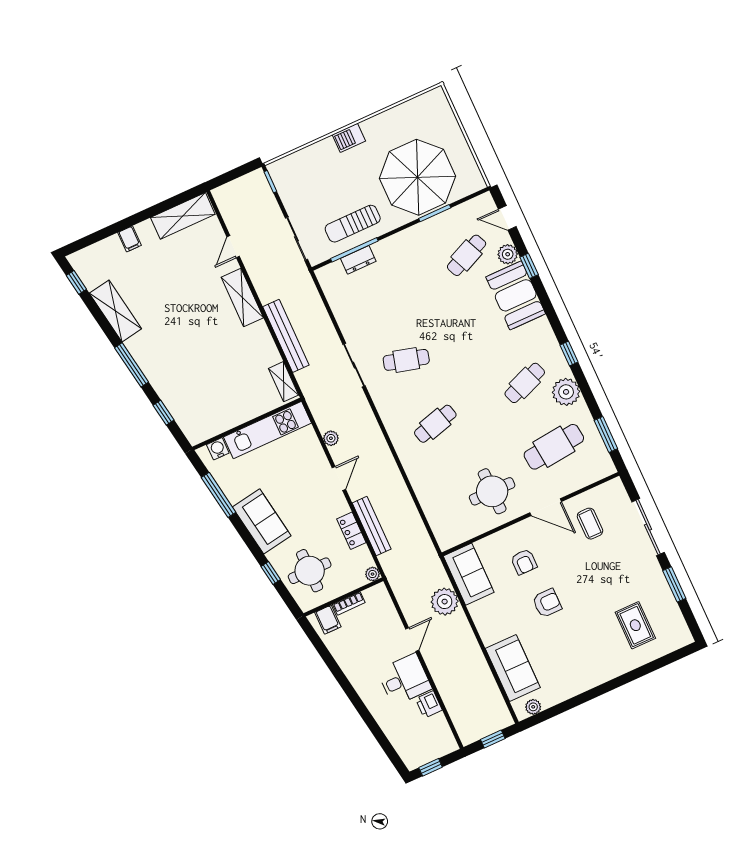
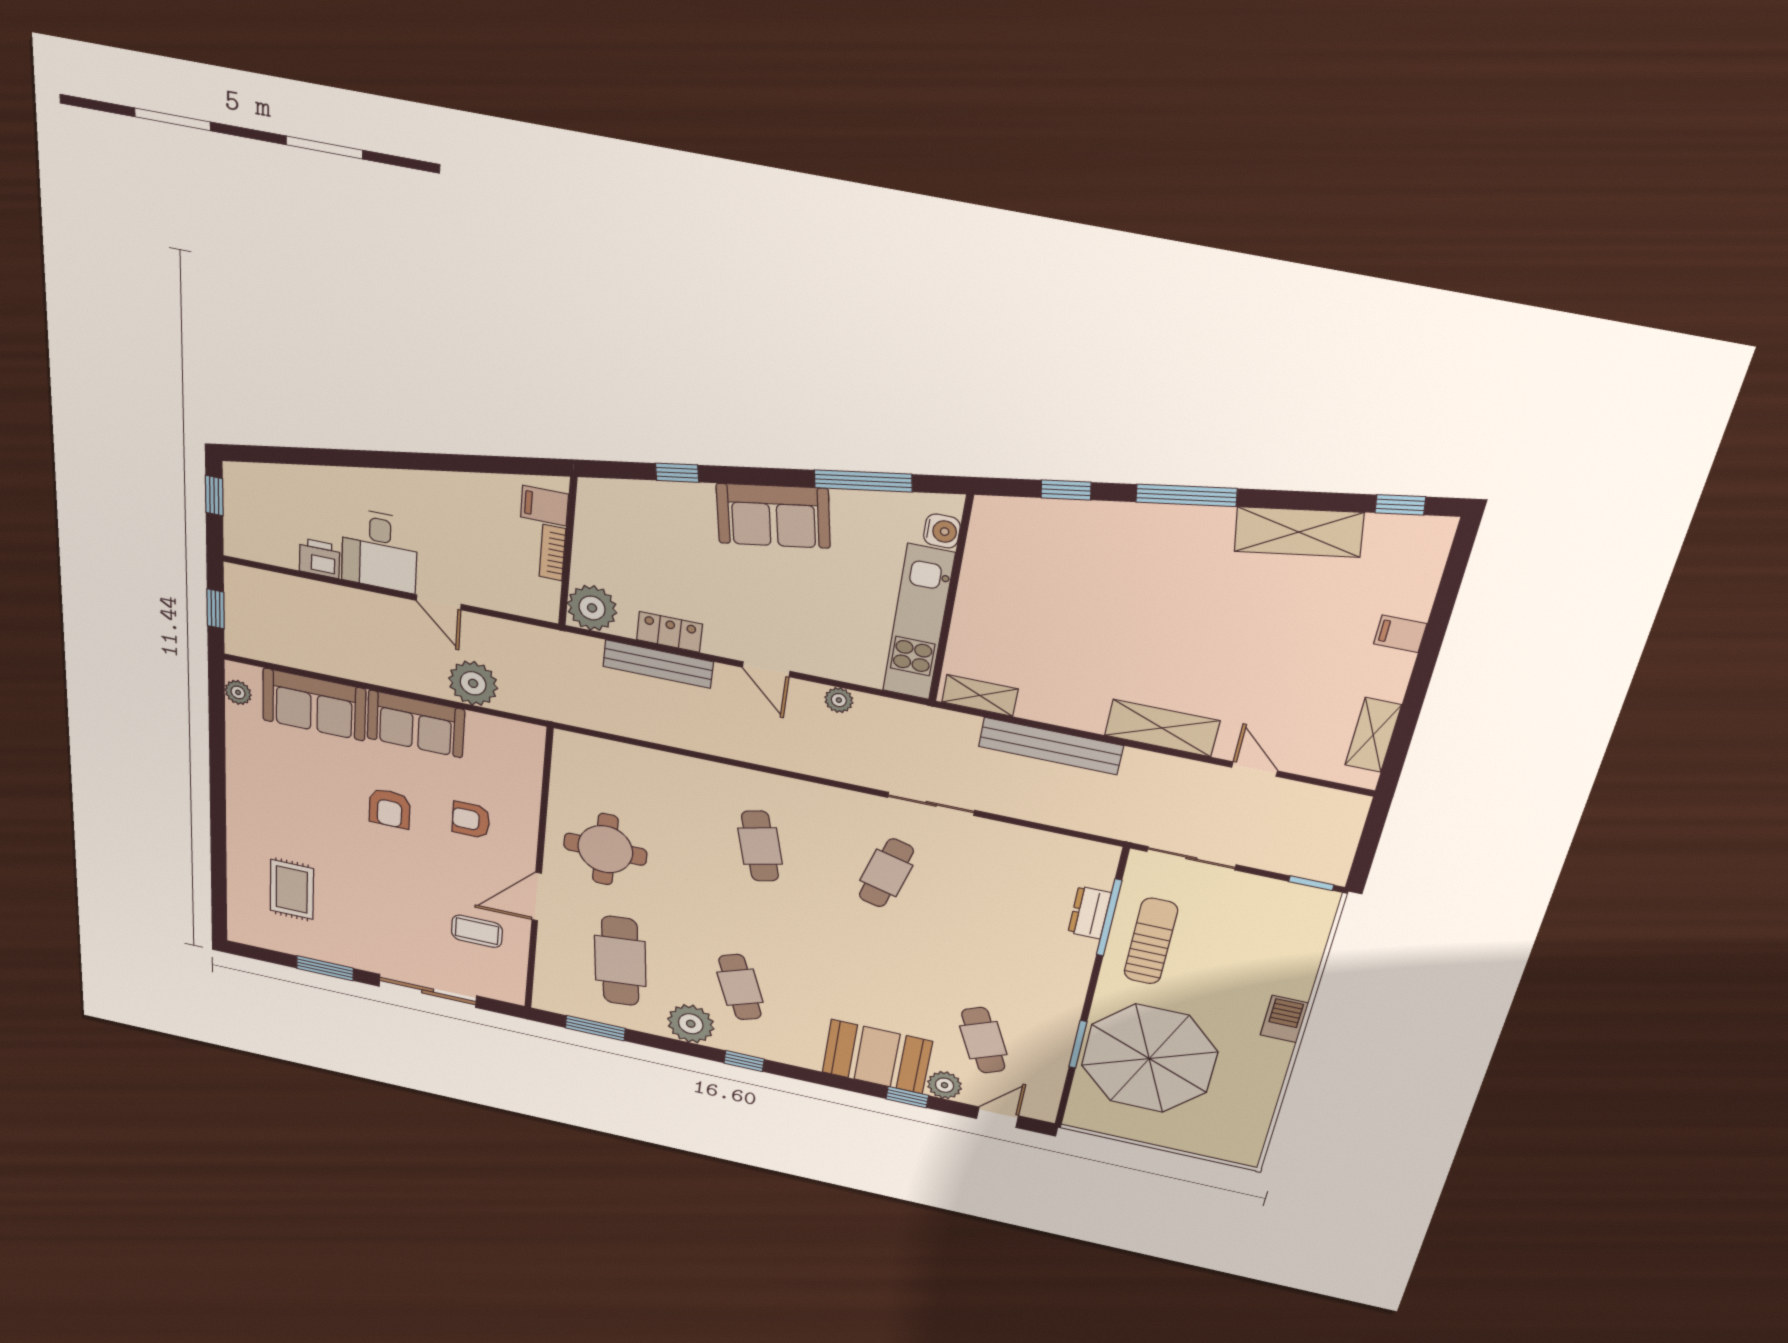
shelving: (183, 216) -> (1373, 735), width x0.67, depth x0.75
round table: (310, 571) -> (643, 532), removed
plant: (373, 574) -> (592, 608), width x1.87, depth x1.87
sofa: (469, 574) -> (416, 724), moved
rug: (635, 625) -> (292, 890), turned 90

